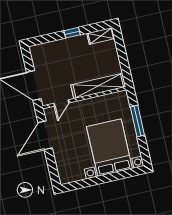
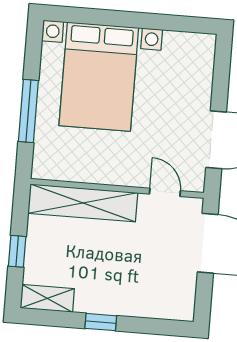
window: (122, 54) -> (17, 251), added
door: (61, 103) -> (165, 192), hinge flipped

